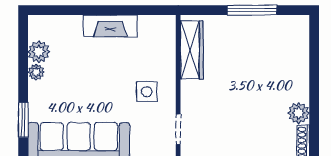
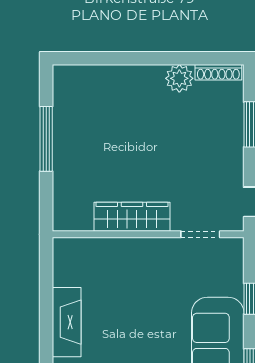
wardrobe: (192, 50) -> (132, 217), moved
side table: (147, 92) -> (152, 275), removed

